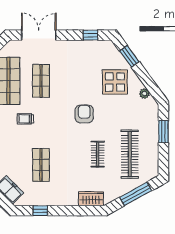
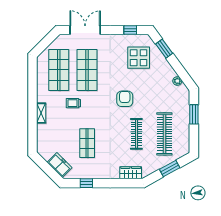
shop shelf: (41, 81) -> (87, 70), width x1.43, depth x1.36
display table: (115, 82) -> (139, 58), moved
clothes rail: (98, 154) -> (136, 134), width x1.36
window: (136, 194) -> (170, 169), width x0.69

